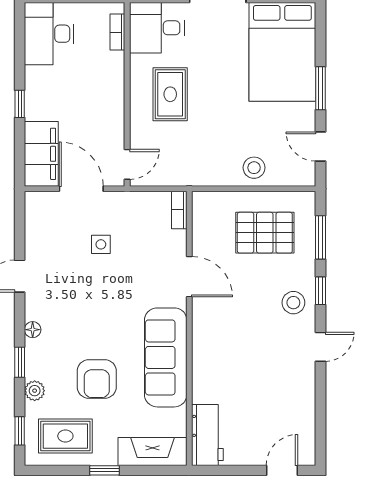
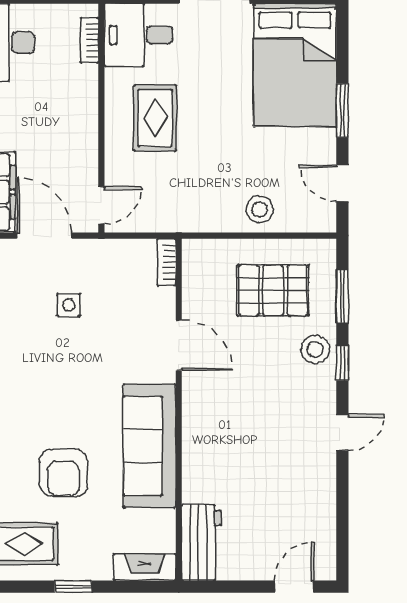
stool: (293, 303) -> (315, 349), moved
fireplace: (153, 451) -> (145, 567), width x0.73, depth x0.76

